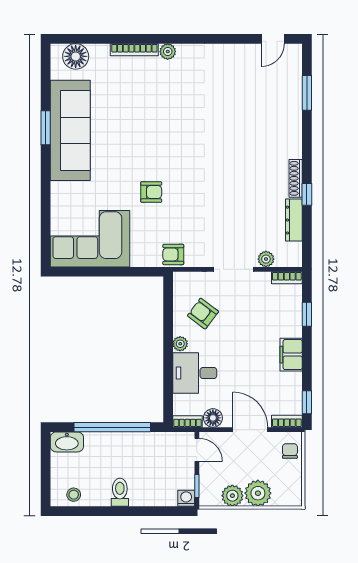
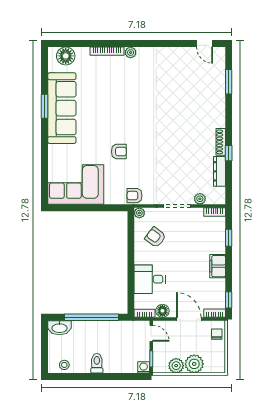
door: (273, 39) -> (205, 44), hinge flipped
plant: (180, 344) -> (139, 213), moved

